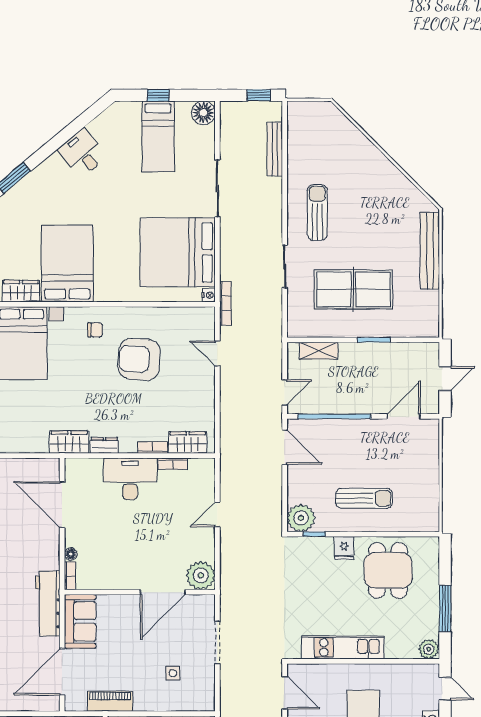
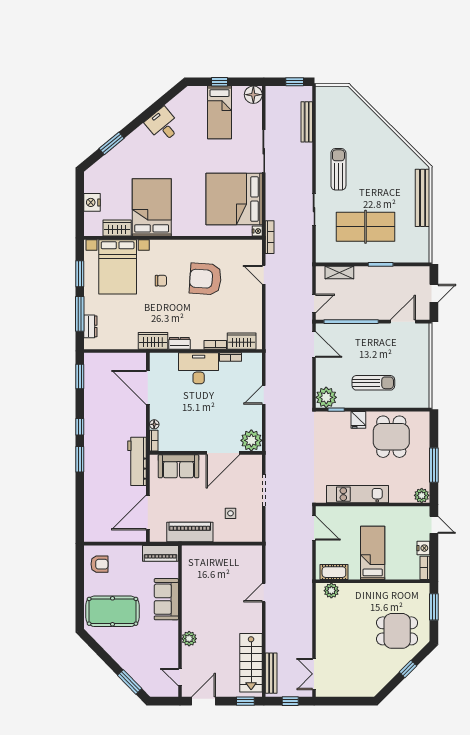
chair: (95, 330) -> (161, 281), moved
sofa: (80, 621) -> (178, 466), moved, turned 90
piano: (110, 701) -> (190, 532), width x1.37, depth x1.33

